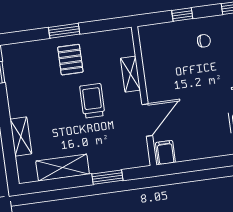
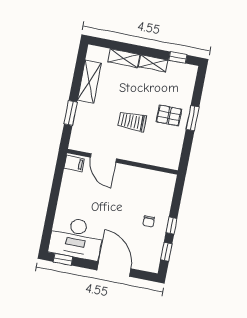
window: (182, 15) -> (171, 226), moved
shelving: (130, 74) -> (153, 63), moved
trolley: (92, 101) -> (132, 121), turned 180

